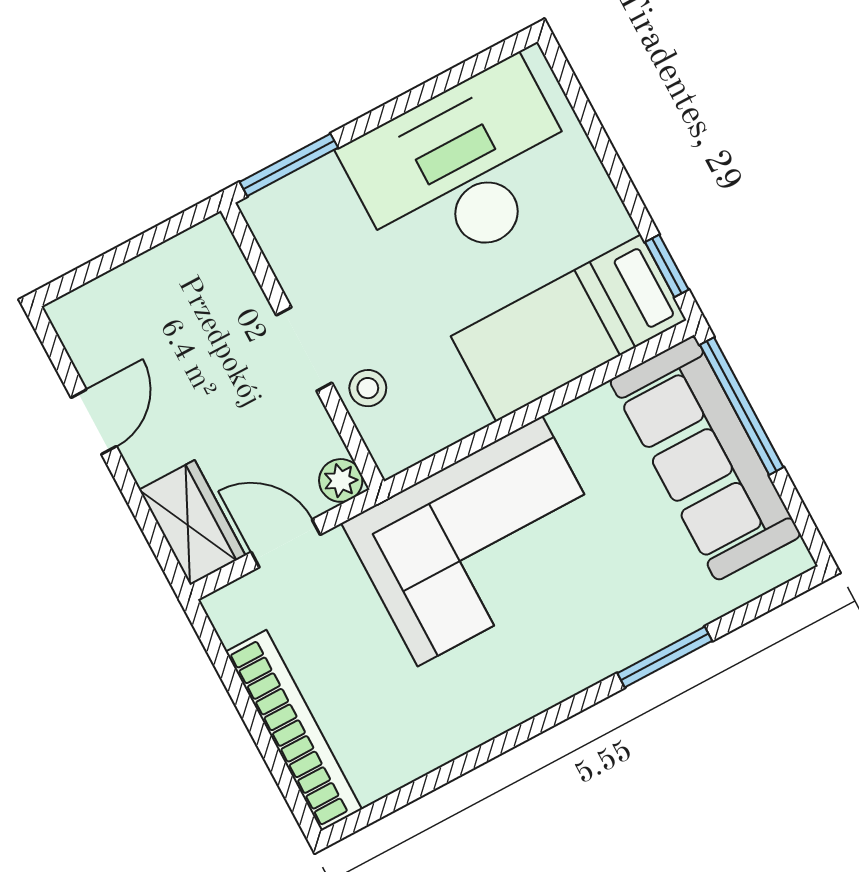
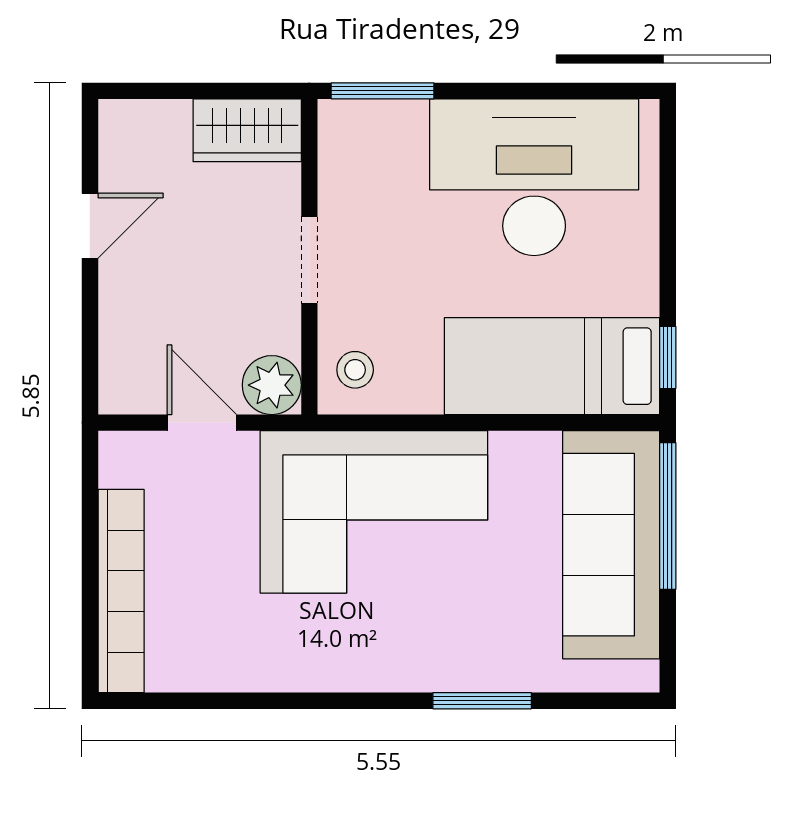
stool: (368, 388) -> (355, 370), moved
plant: (341, 480) -> (272, 385), width x1.38, depth x1.38
wardrobe: (192, 523) -> (247, 130), moved, turned 90

